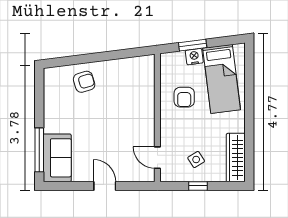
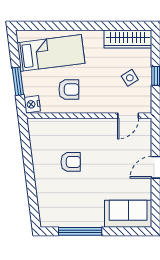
nightstand: (194, 57) -> (32, 104), moved
armchair: (84, 82) -> (71, 162), moved, turned 107
window: (39, 150) -> (80, 231), moved

